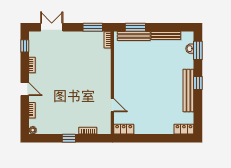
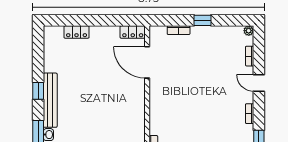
bench: (188, 90) -> (50, 100), moved
door: (112, 105) -> (147, 62), width x1.88
locker: (184, 129) -> (77, 32), moved

